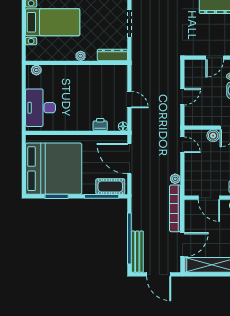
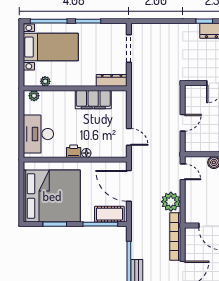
plant: (81, 56) -> (45, 81), moved
filing cabinet: (94, 74) -> (93, 100), added
door: (129, 100) -> (129, 137), moved
printer: (100, 125) -> (74, 151), moved
floor lamp: (123, 126) -> (86, 153), moved
plant: (175, 179) -> (171, 202), width x1.88, depth x1.88

